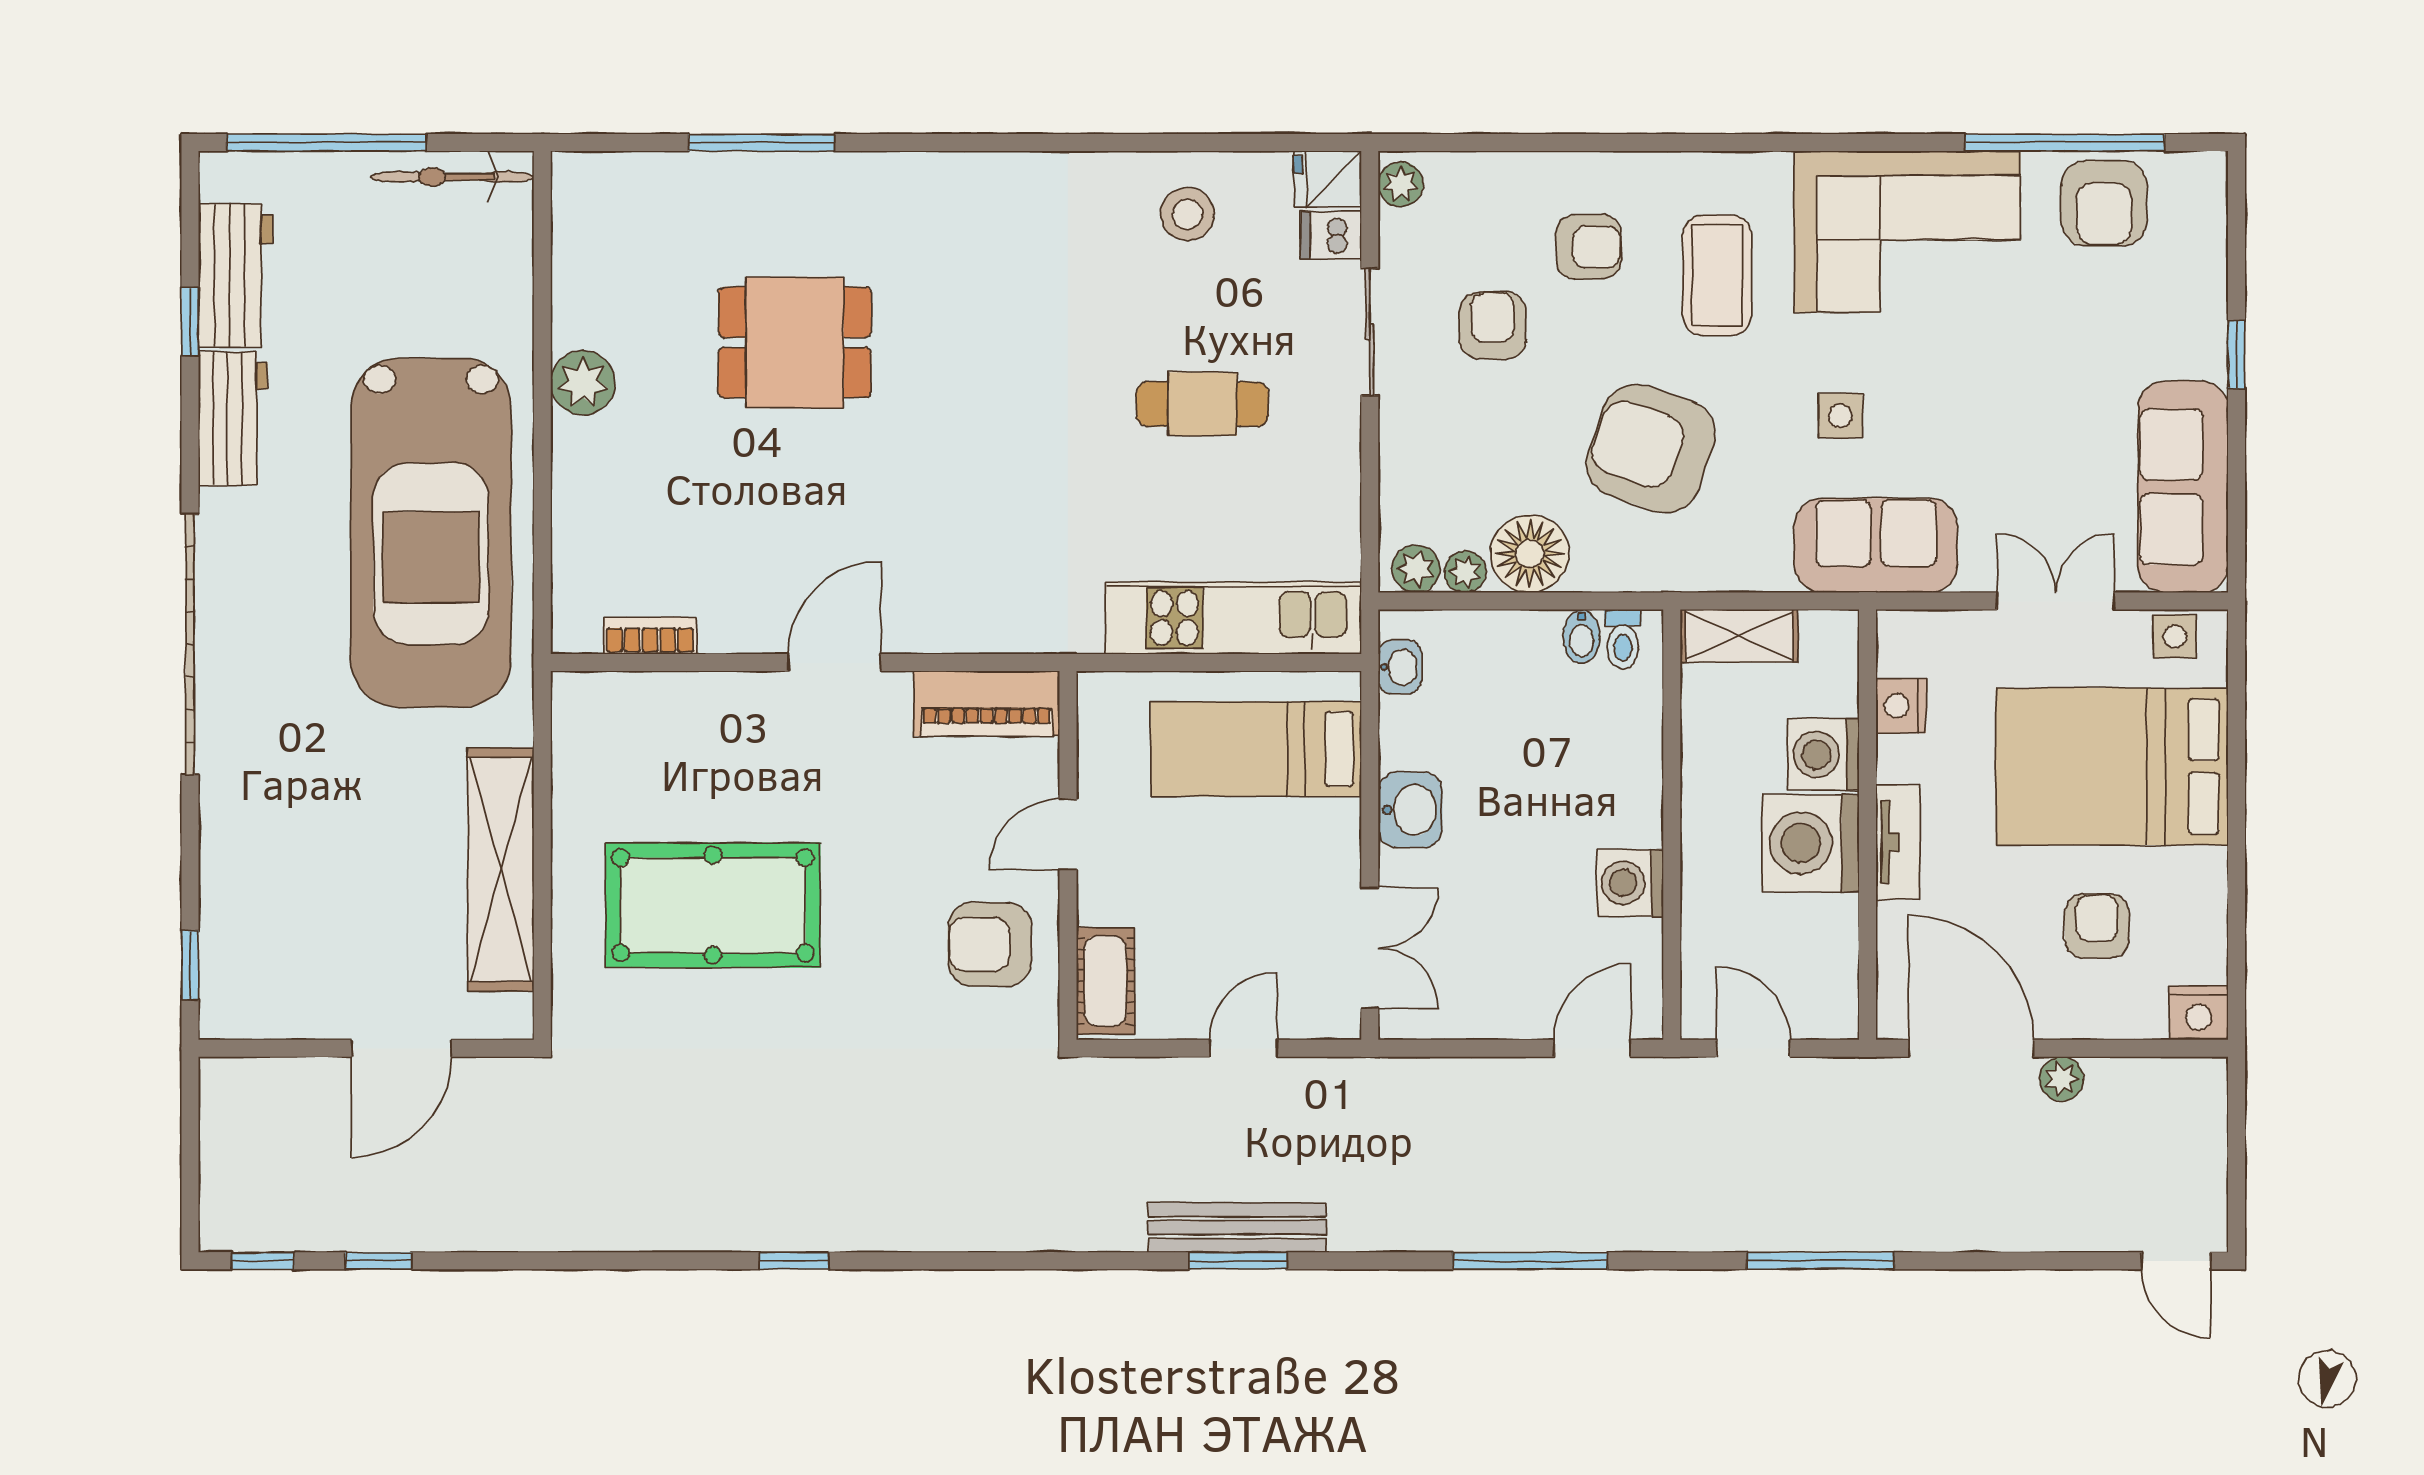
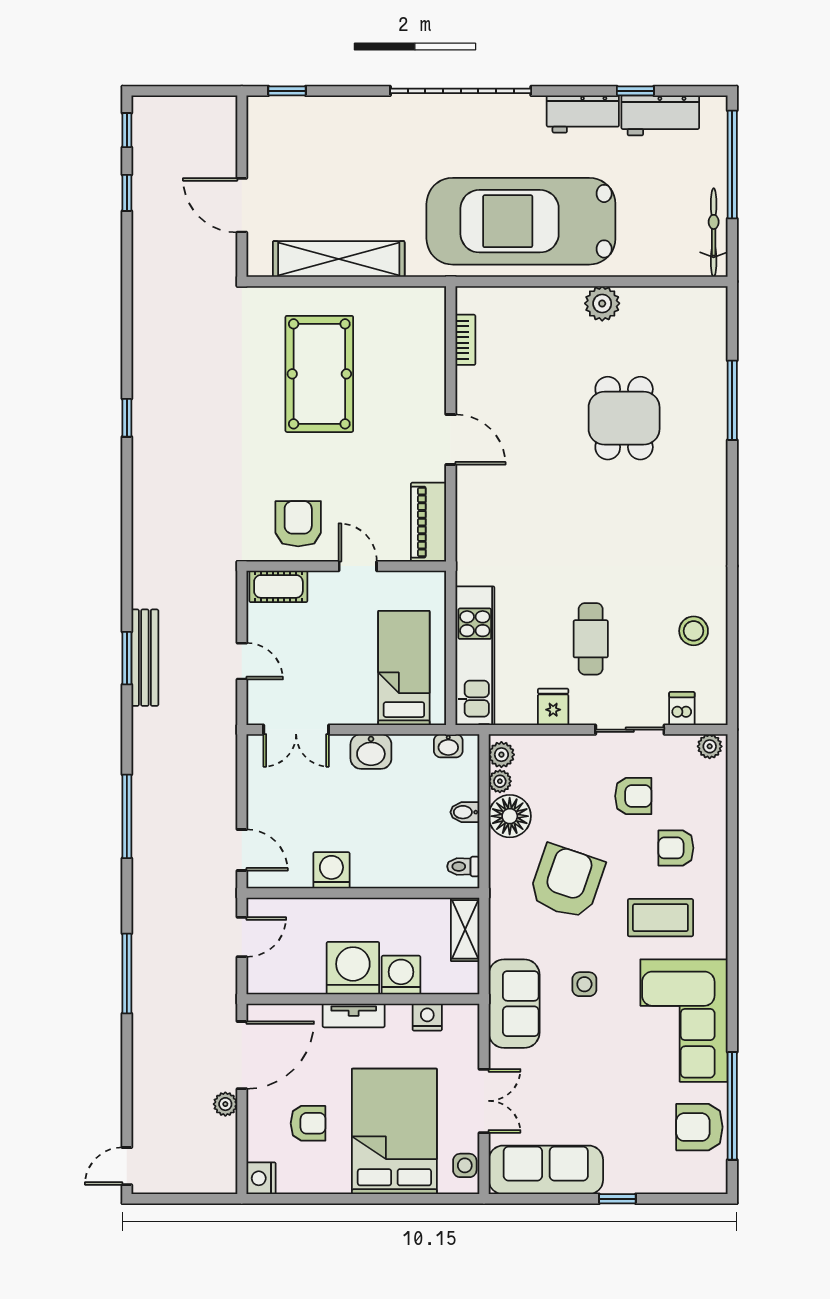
fridge: (1328, 179) -> (553, 707), moved
armchair: (1589, 247) -> (676, 848), turned 90
bidet: (1582, 636) -> (465, 812), moved

